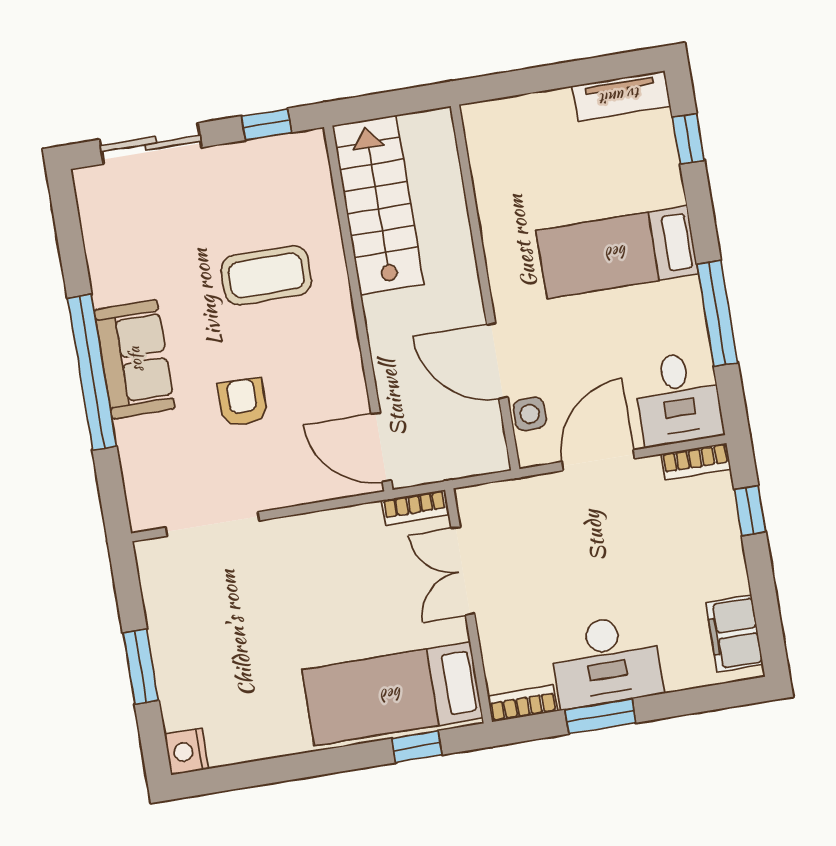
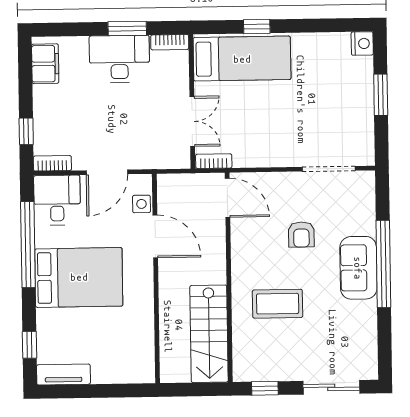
bed: (617, 252) -> (79, 277), width x1.50
window: (717, 313) -> (28, 245), width x1.46
window: (417, 747) -> (257, 26), moved

